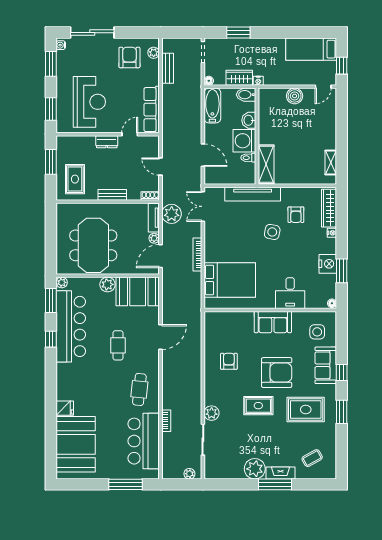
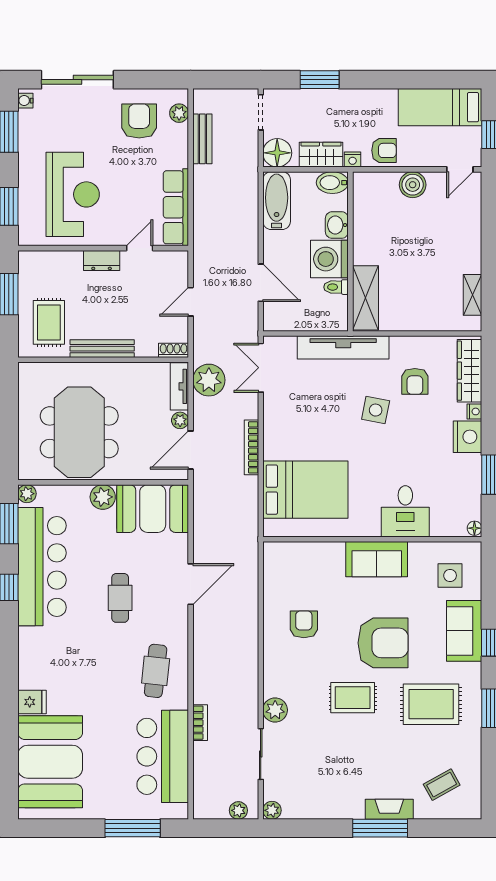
armchair: (277, 75) -> (384, 150), added
floor lamp: (209, 81) -> (277, 153), width x1.89, depth x1.89
door: (161, 167) -> (191, 302), hinge flipped
bench: (112, 195) -> (102, 349), width x1.36
nightstand: (328, 264) -> (468, 437), moved
plant: (255, 469) -> (272, 810), moved, width x0.53, depth x0.53

